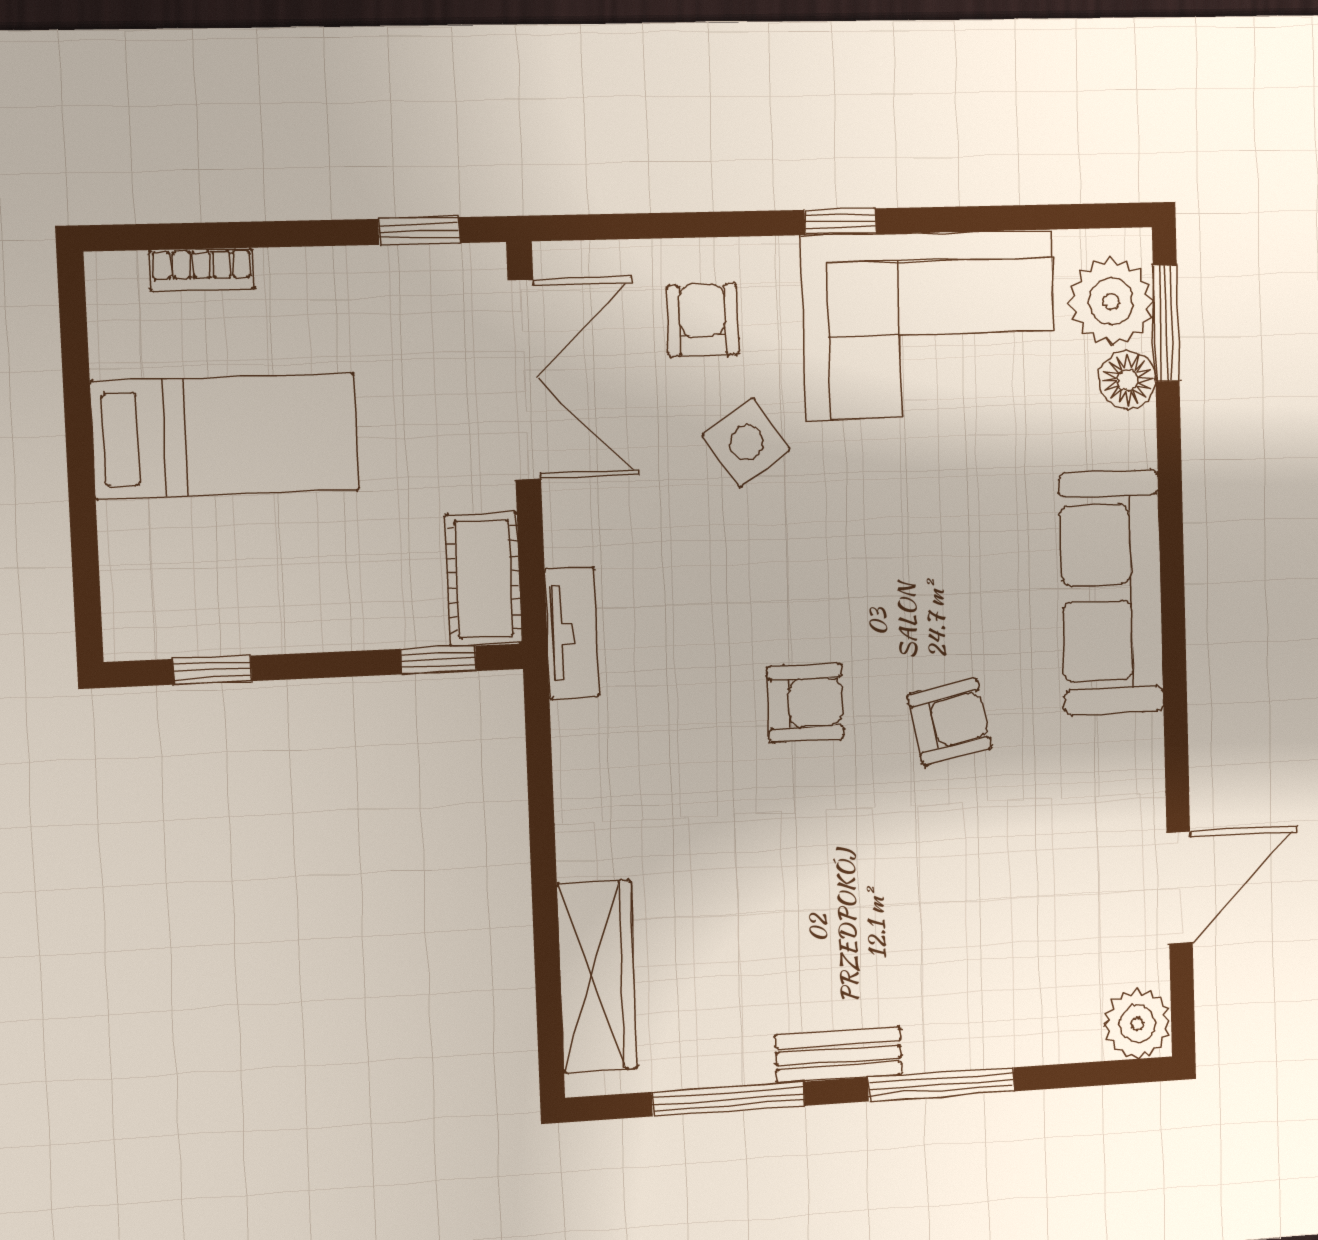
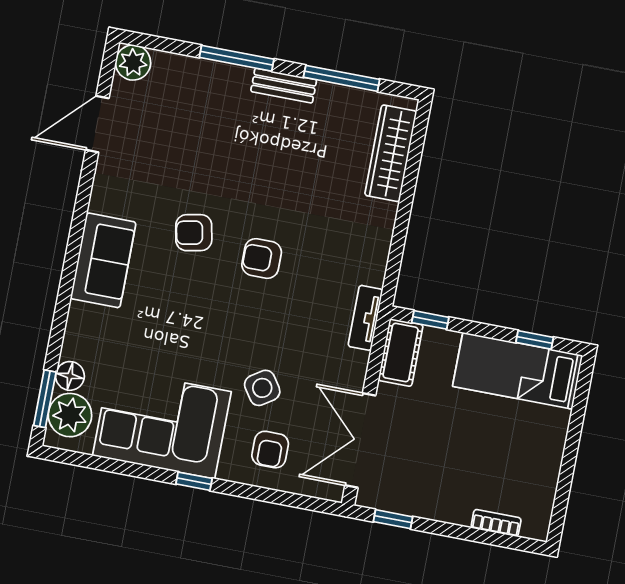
bed: (225, 436) -> (518, 371), moved
sofa: (1111, 592) -> (103, 260), width x0.73

